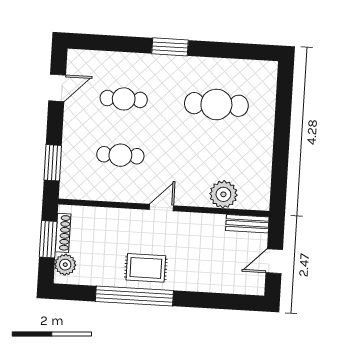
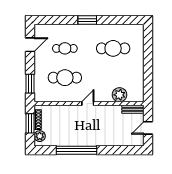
cafe table: (120, 155) -> (65, 78), width x1.37, depth x1.35
rug: (146, 268) -> (82, 135), removed

